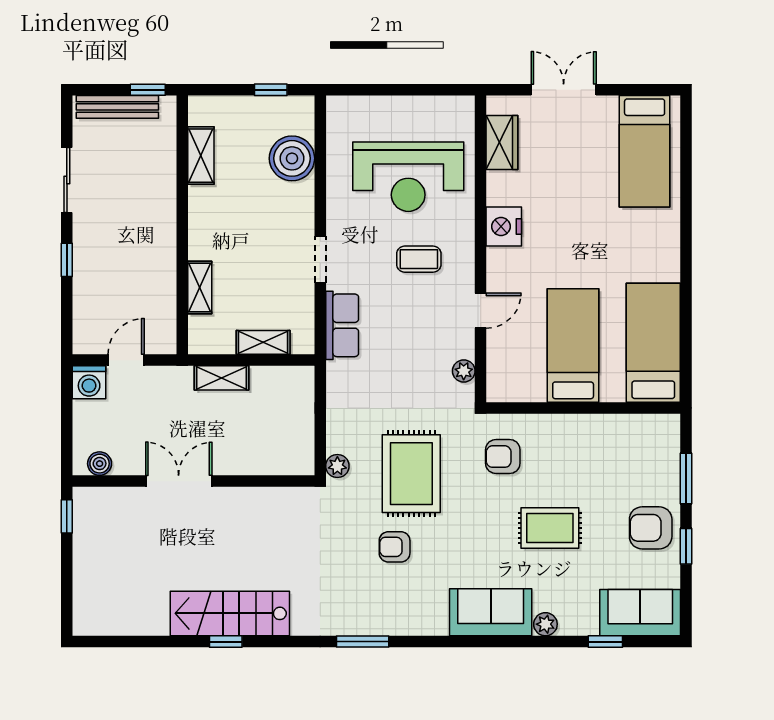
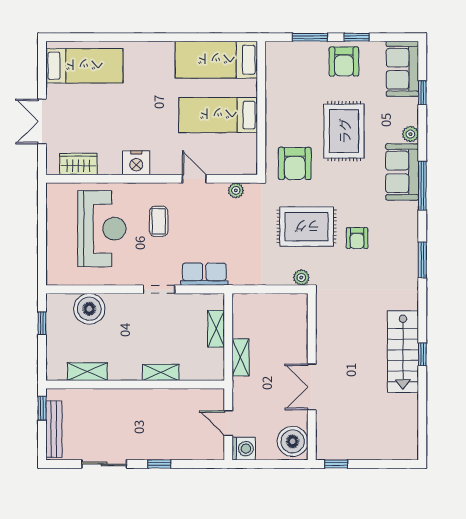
shelving: (200, 288) -> (161, 372), moved
armchair: (503, 457) -> (295, 163), width x1.38, depth x1.38
boiler: (100, 464) -> (293, 441), width x1.86, depth x1.86
rug: (550, 528) -> (344, 131), width x1.36, depth x1.43
window: (471, 642) -> (422, 186), added

